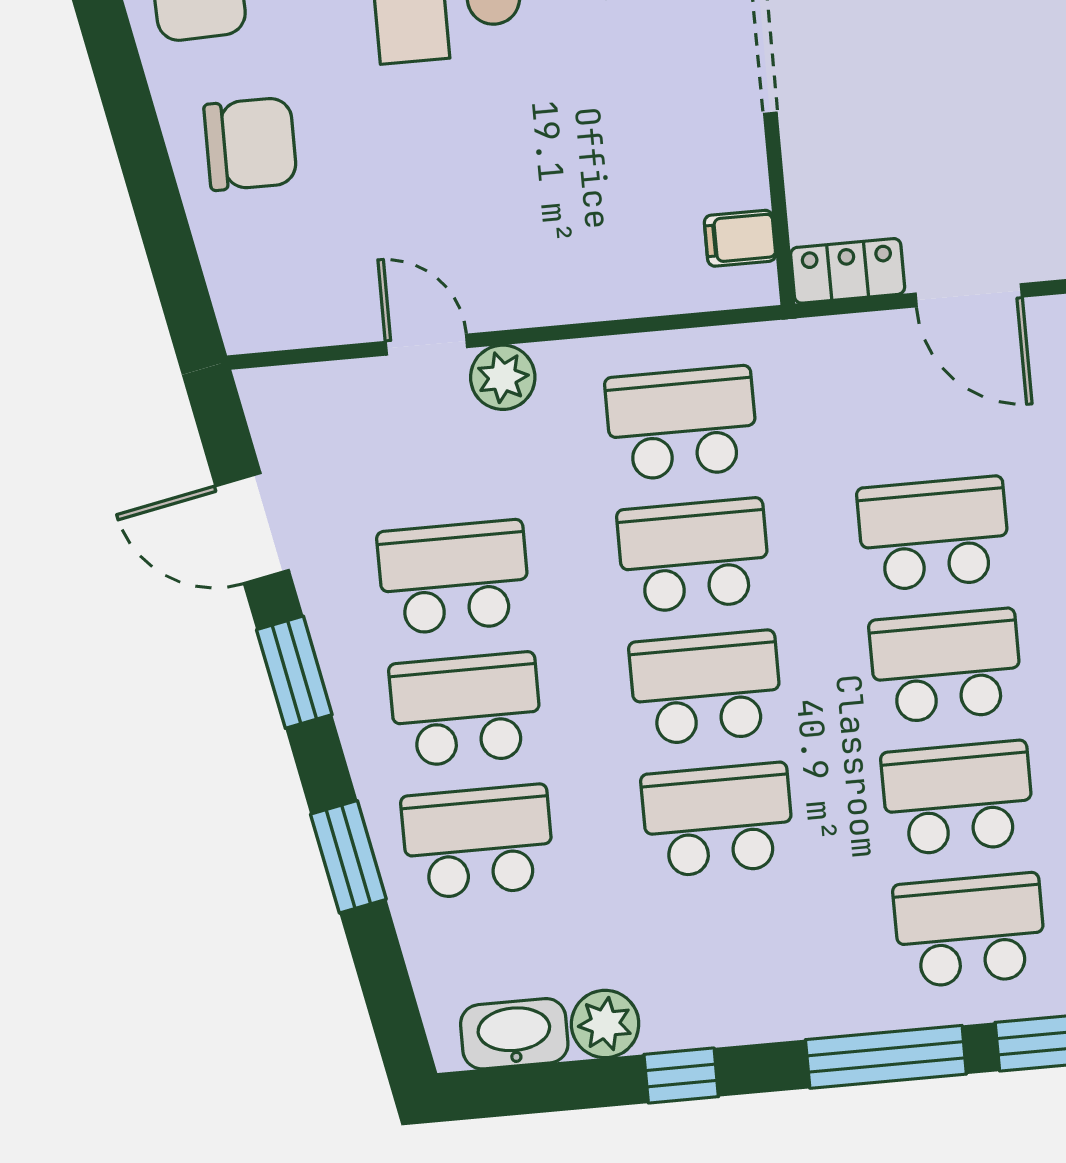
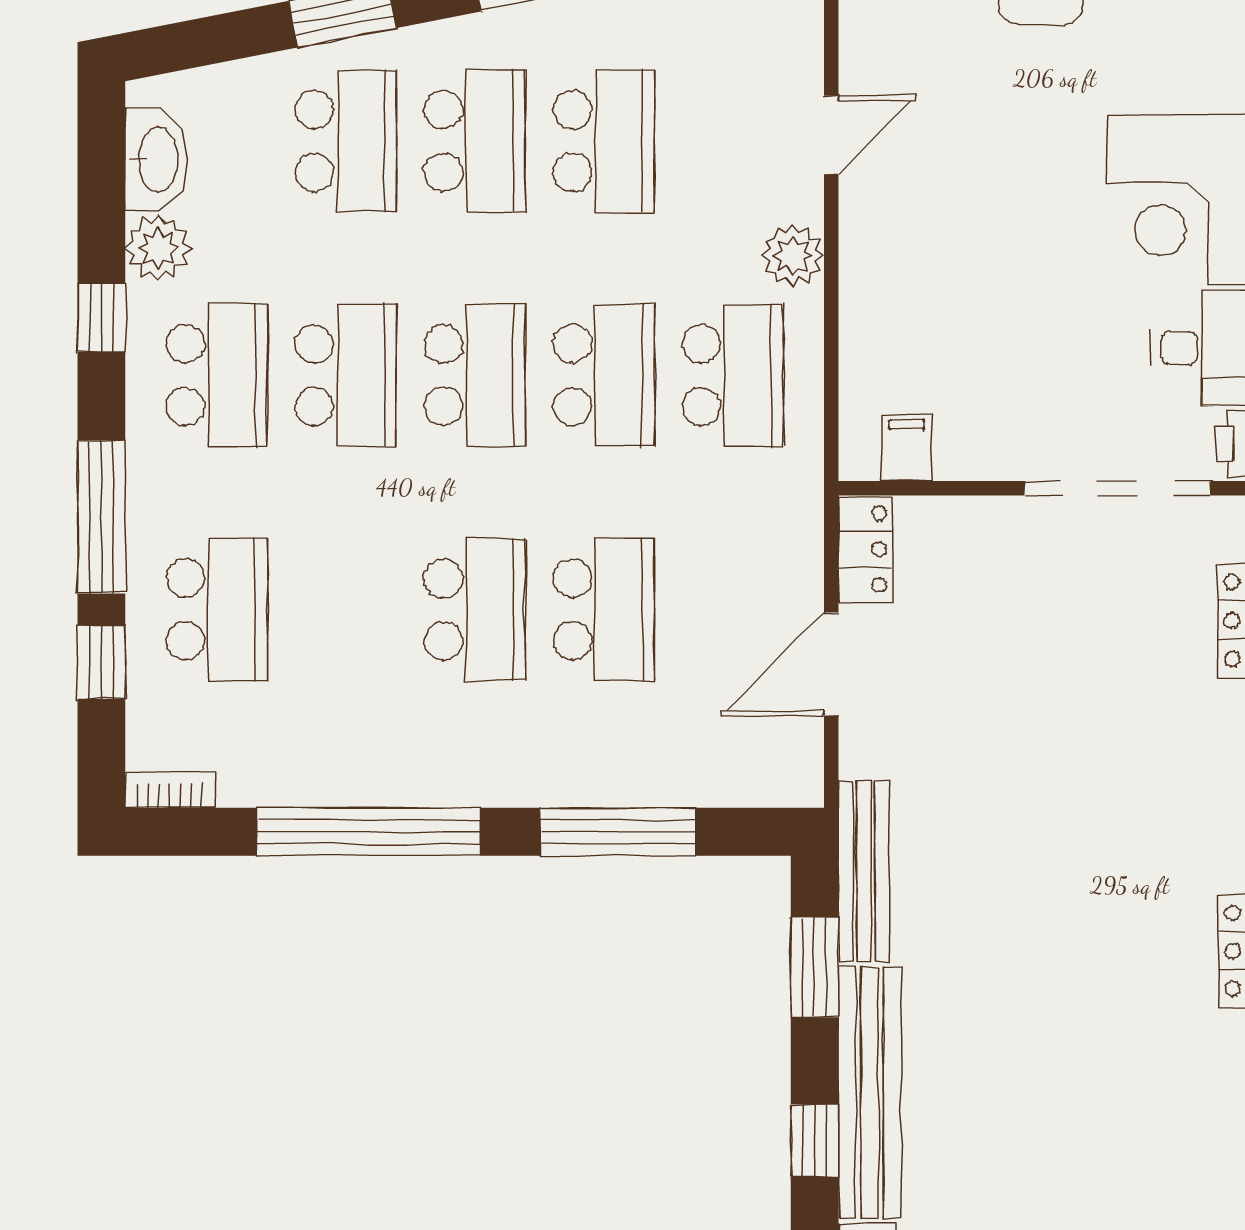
plant: (503, 377) -> (793, 256), moved
school desk: (958, 798) -> (217, 375), moved

